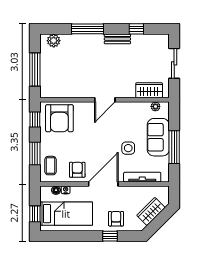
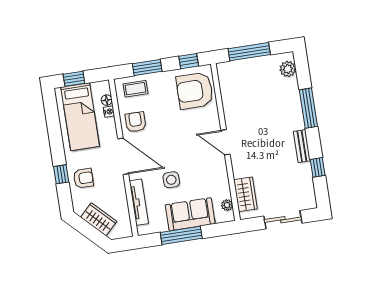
armchair: (77, 170) -> (135, 122), turned -90

